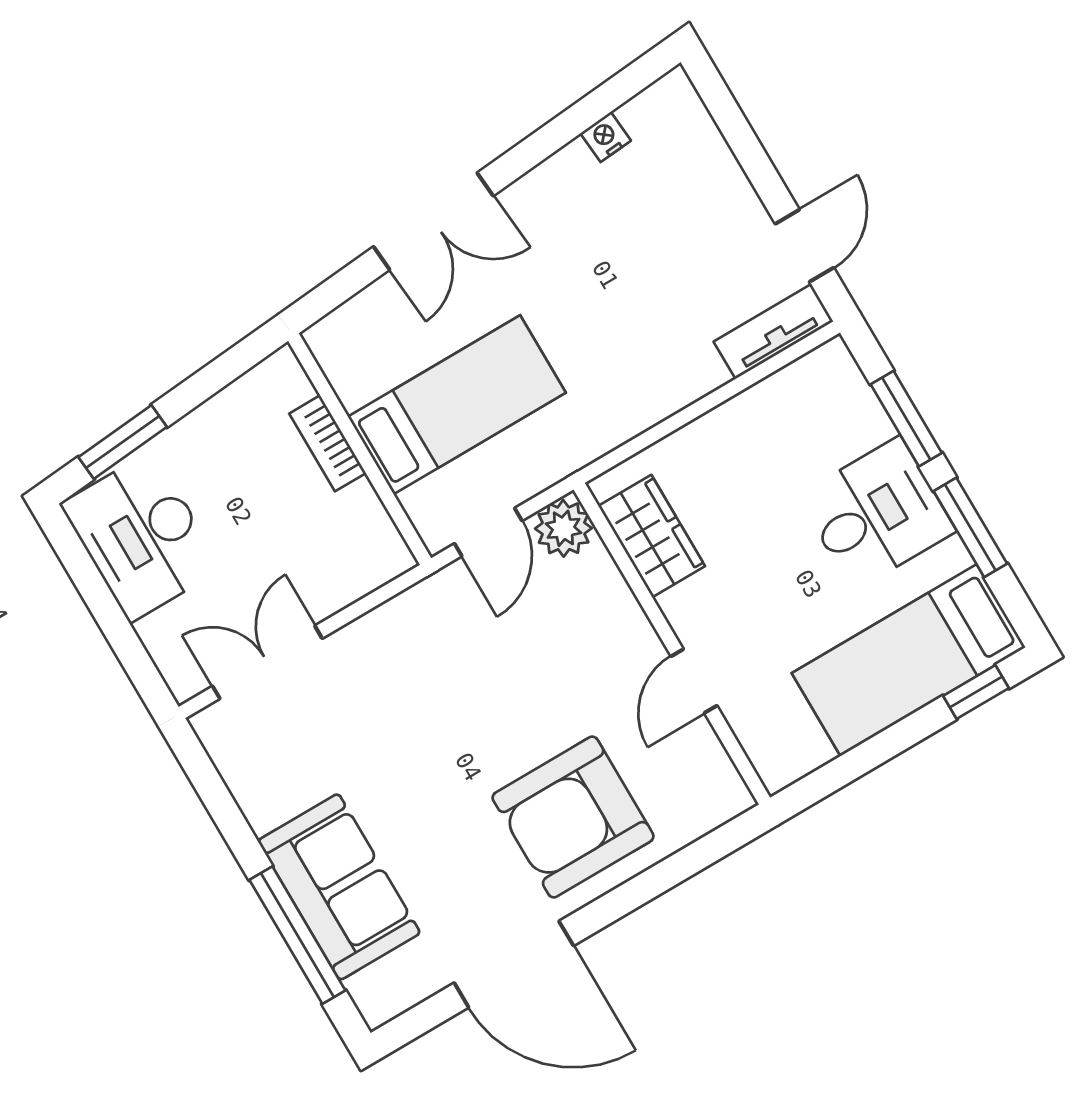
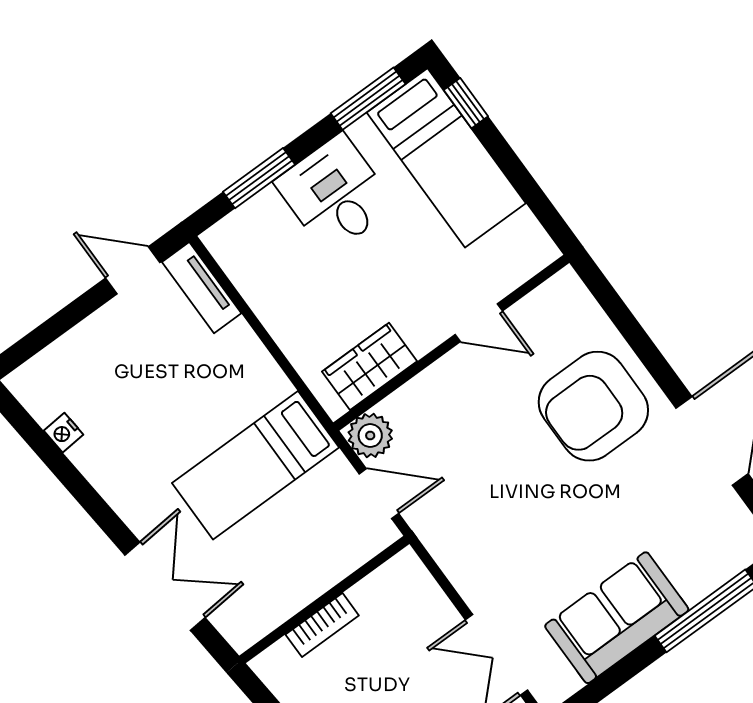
double door: (433, 221) -> (165, 586), moved
bed: (457, 405) -> (256, 465), moved, turned -90
window: (970, 527) -> (368, 99), moved
armchair: (573, 817) -> (593, 406), turned 90
sofa: (339, 887) -> (617, 618), moved

